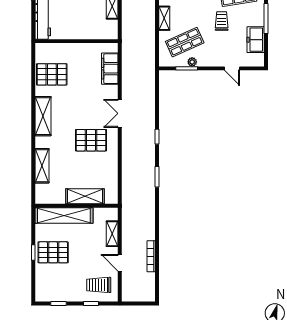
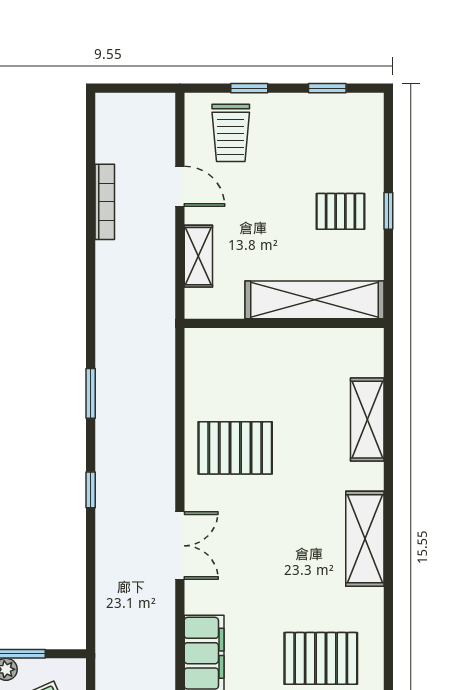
pallet: (52, 74) -> (321, 658), moved
pallet: (91, 140) -> (235, 448), moved
shelving: (85, 196) -> (264, 346), removed
pallet: (53, 252) -> (340, 211), width x0.67, depth x0.71
trolley: (99, 285) -> (231, 133), turned 90

